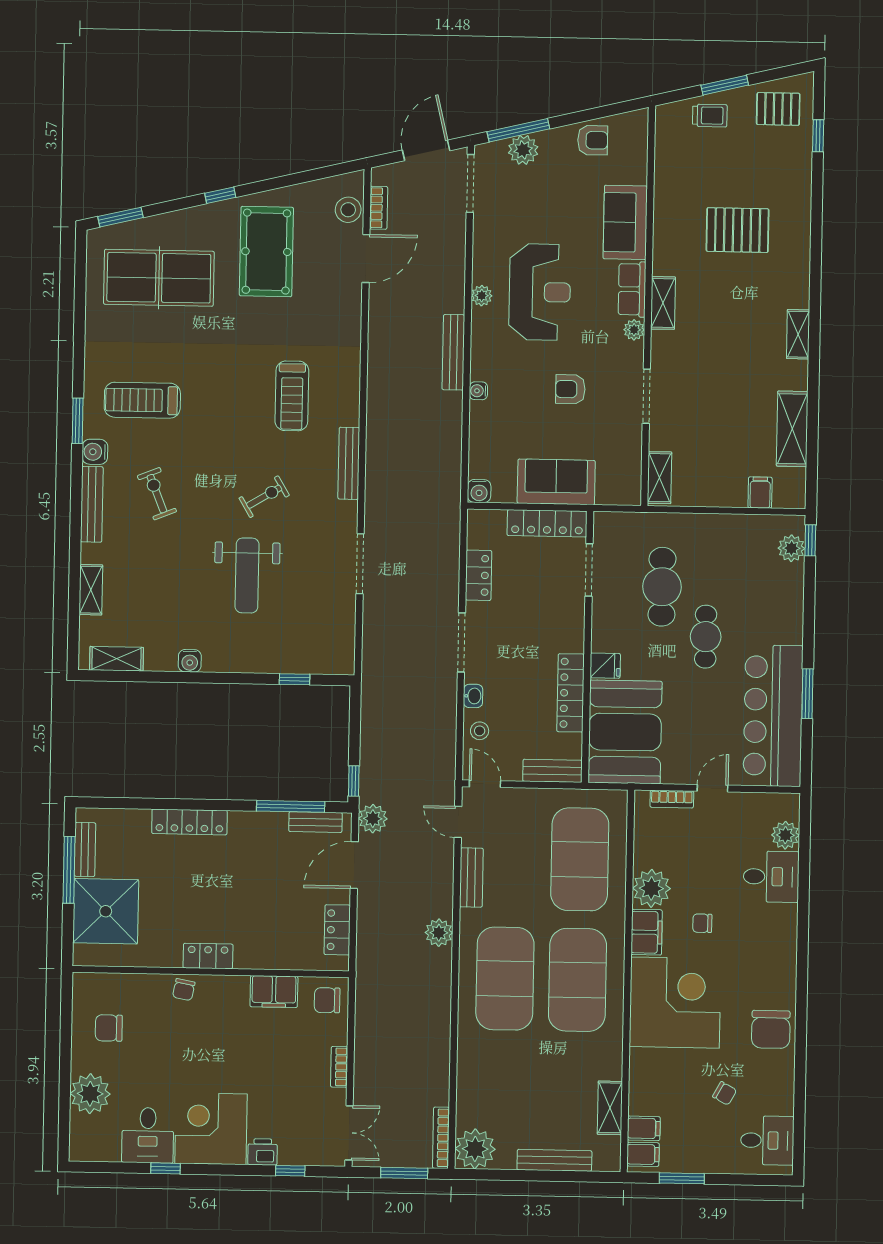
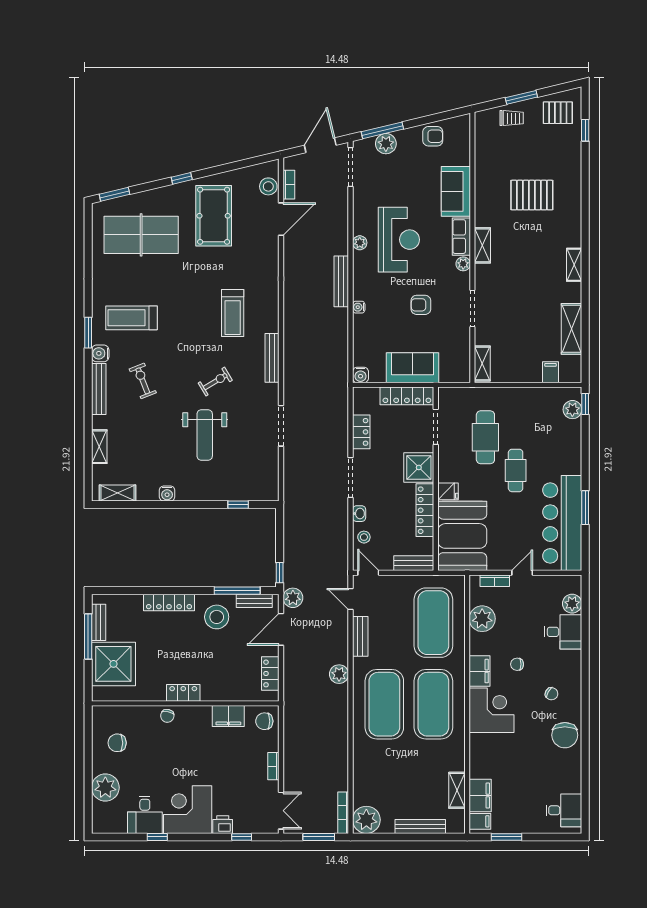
shower: (563, 629) -> (419, 467), added
stool: (260, 845) -> (217, 617), added
plant: (651, 888) -> (482, 619), moved
corner desk: (675, 1003) -> (492, 710), width x0.74, depth x0.74
chair: (725, 1093) -> (551, 694), moved
filing cabinet: (644, 1128) -> (480, 796), width x2.00

